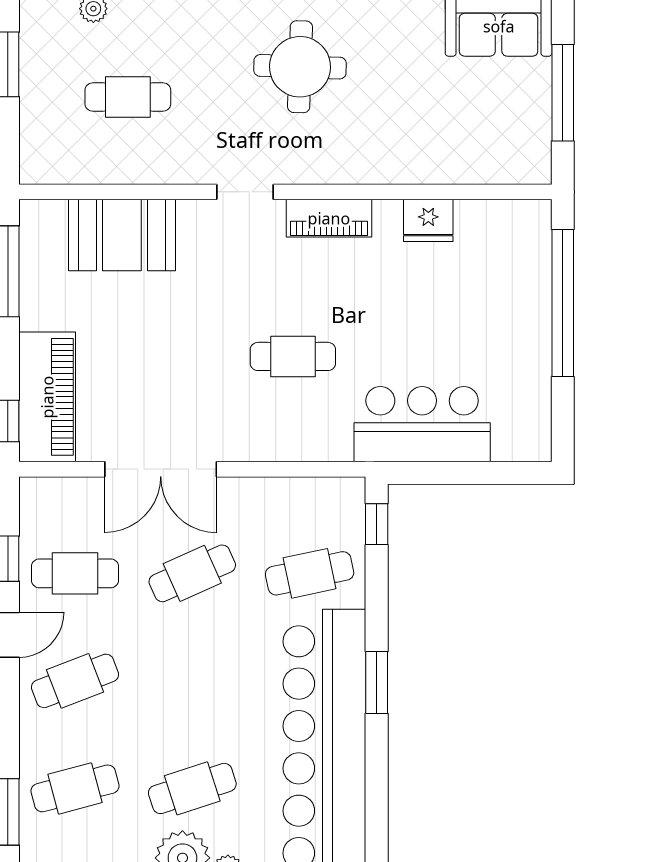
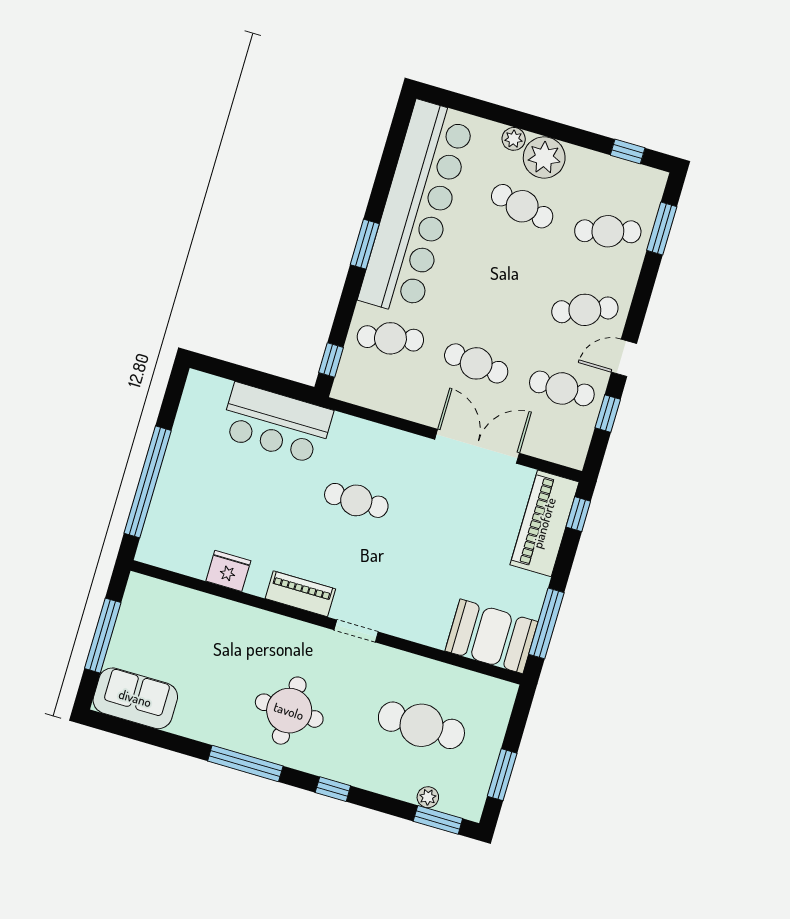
cafe table: (128, 97) -> (421, 725), width x1.37, depth x1.35
booth: (122, 235) -> (492, 636), moved
cafe table: (192, 573) -> (476, 363), turned 30
cafe table: (192, 788) -> (522, 206), turned 30

